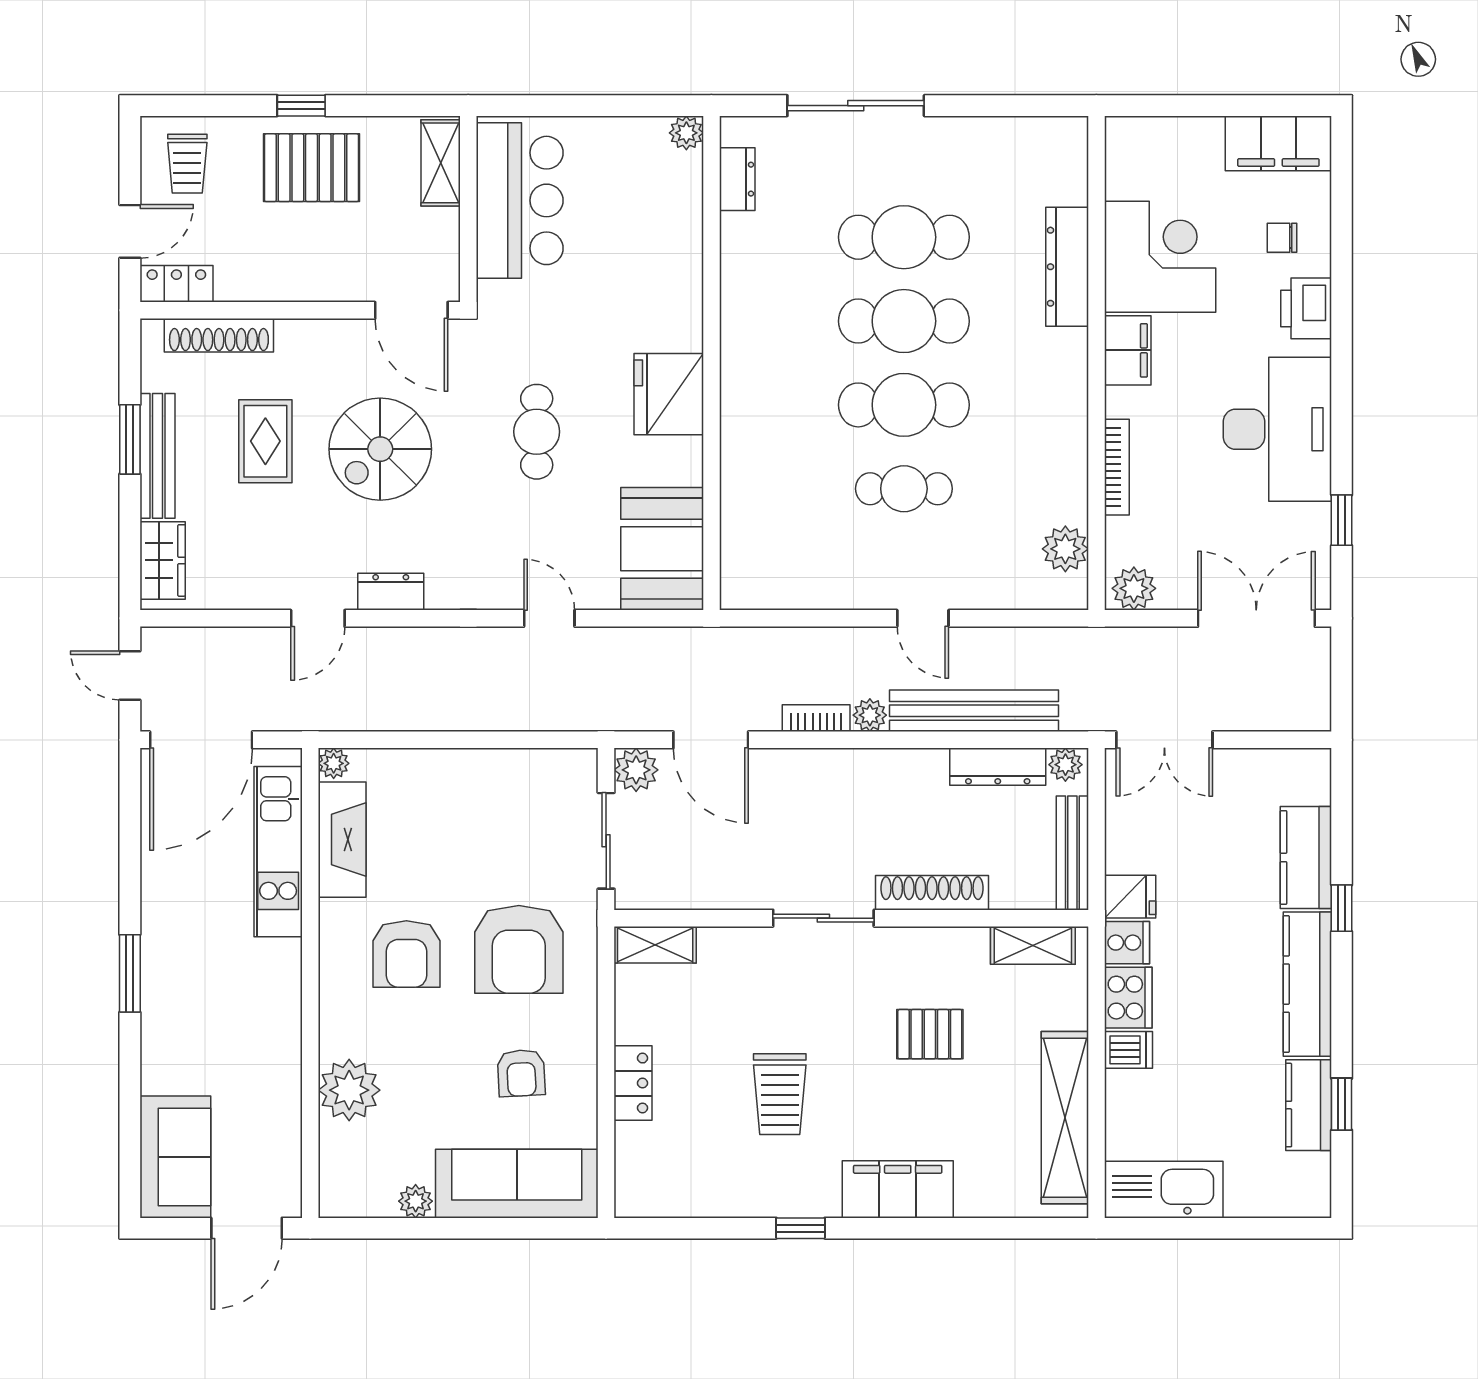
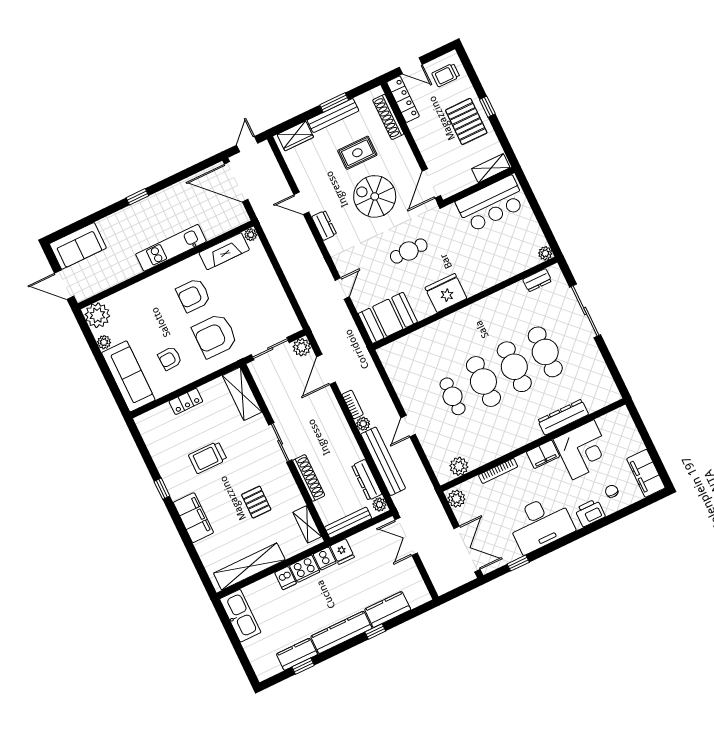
locker: (176, 284) -> (403, 99), width x1.53
kitchen unit: (278, 852) -> (171, 248), moved
shelving: (655, 945) -> (242, 394), width x1.50, depth x1.33
window: (130, 973) -> (137, 197), width x0.67
plant: (349, 1090) -> (97, 315), moved

